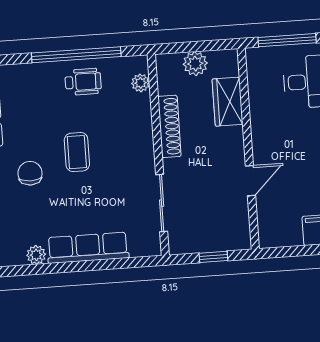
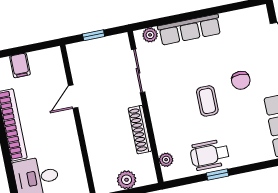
window: (76, 55) -> (218, 175), width x0.32
wheelchair: (83, 82) -> (210, 155), width x1.36, depth x1.37
wardrobe: (228, 102) -> (98, 154), removed
plant: (36, 255) -> (150, 35), moved

